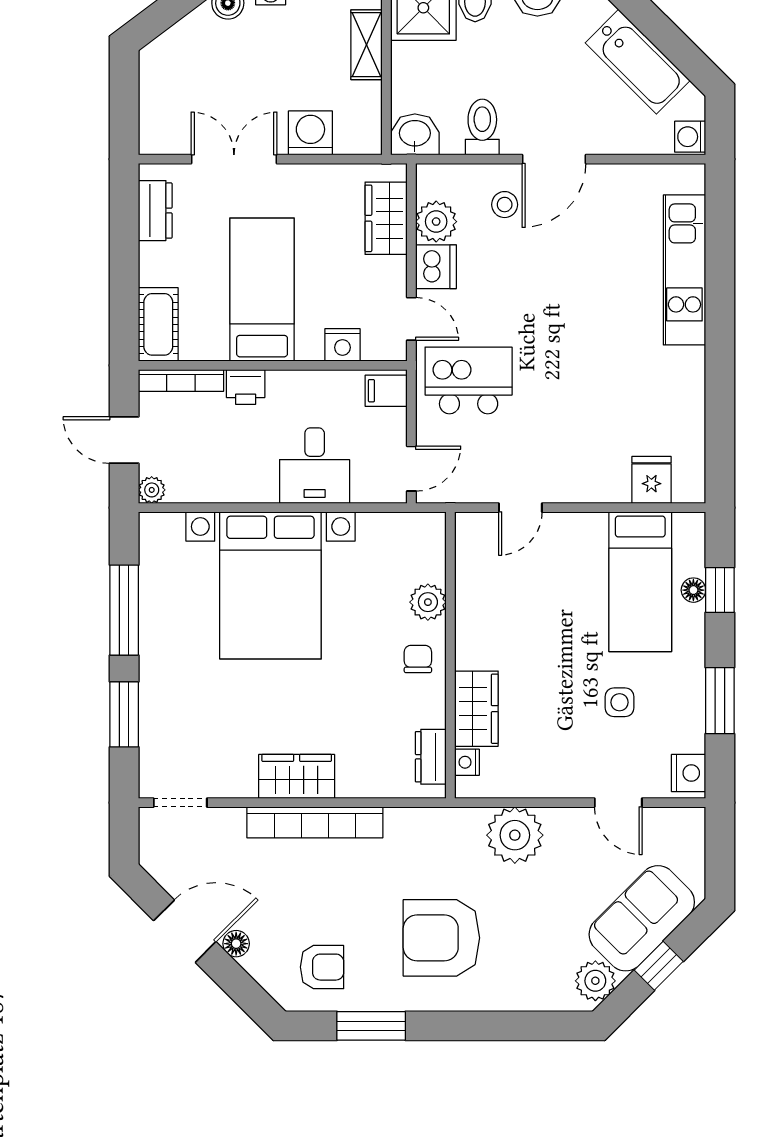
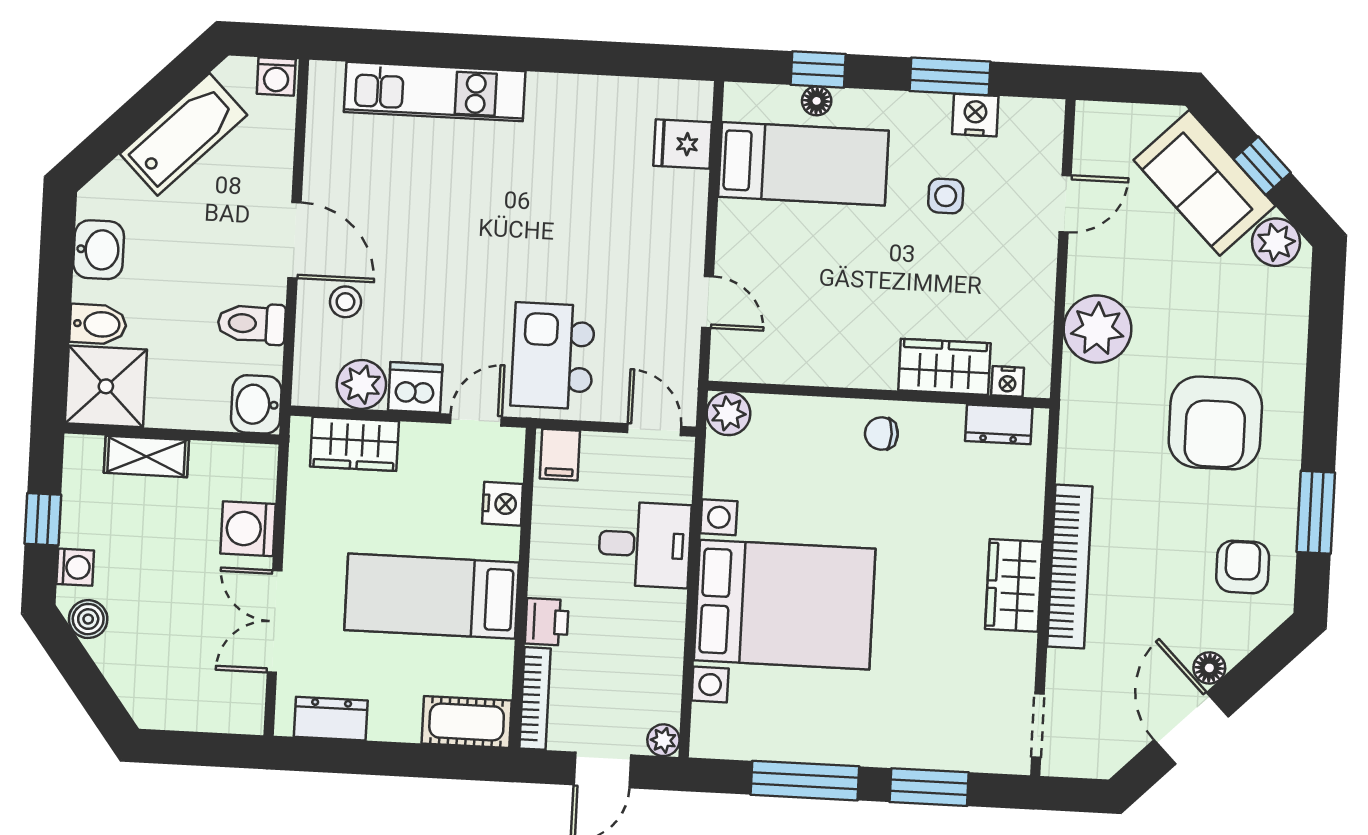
plant: (428, 602) -> (728, 414), moved
nightstand: (689, 773) -> (975, 115), moved

